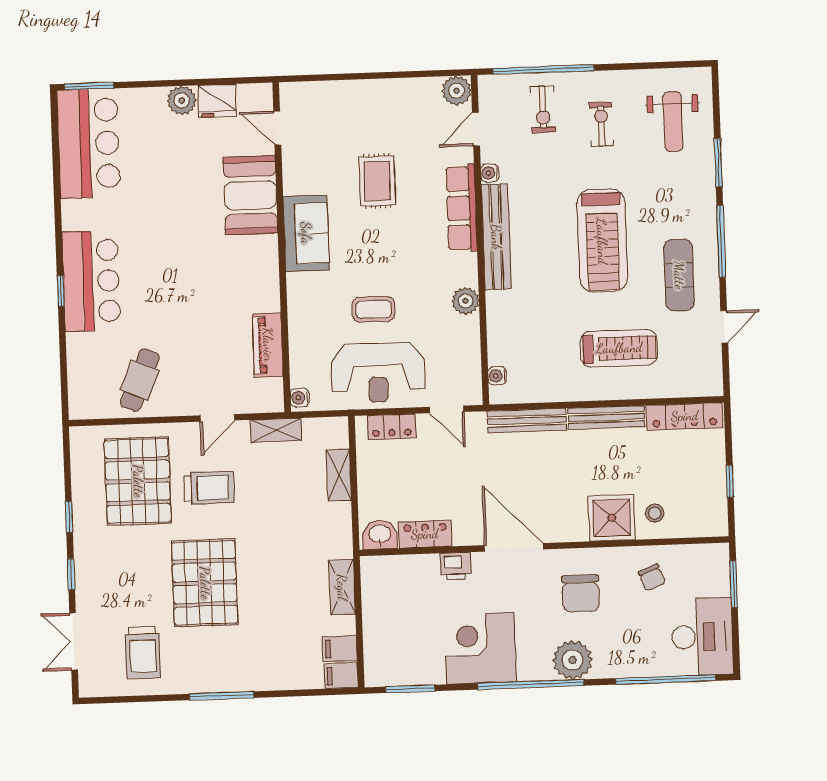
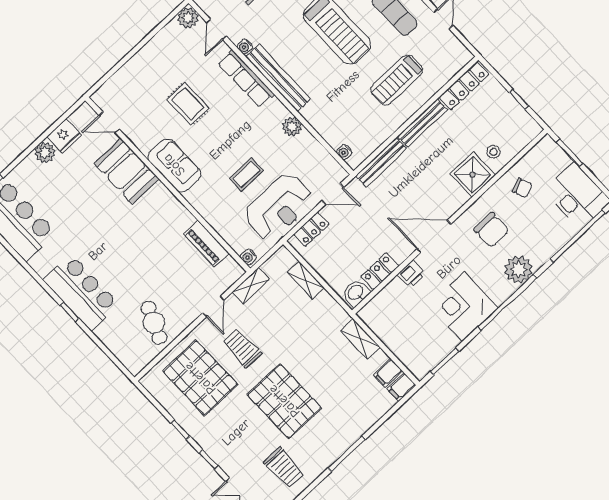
treadmill: (619, 348) -> (397, 80), turned 180
trolley: (209, 488) -> (242, 348), turned -90

